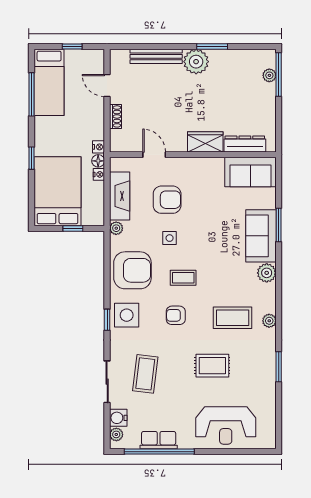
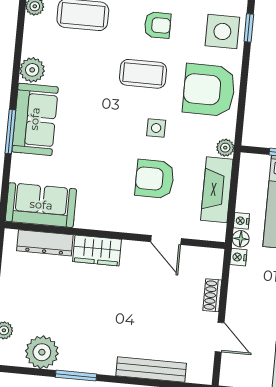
plant: (196, 62) -> (42, 352), moved
coffee table: (183, 278) -> (143, 74), width x1.36, depth x1.30

